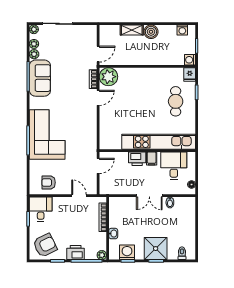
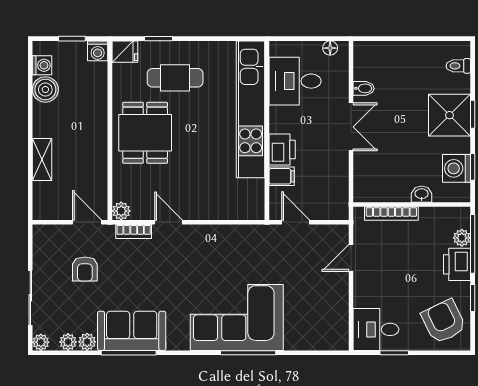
boiler: (151, 32) -> (45, 90), moved
plant: (108, 77) -> (121, 211), width x0.53, depth x0.53
dining table: (146, 85) -> (145, 133), added
filing cabinet: (152, 159) -> (282, 176), moved
armchair: (49, 182) -> (85, 269), moved
plant: (102, 255) -> (462, 238), moved

